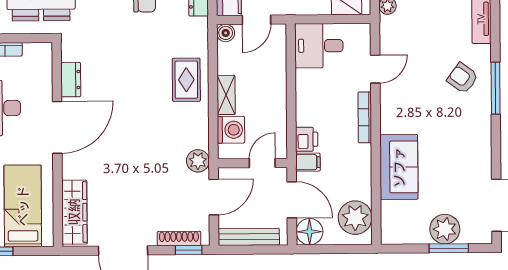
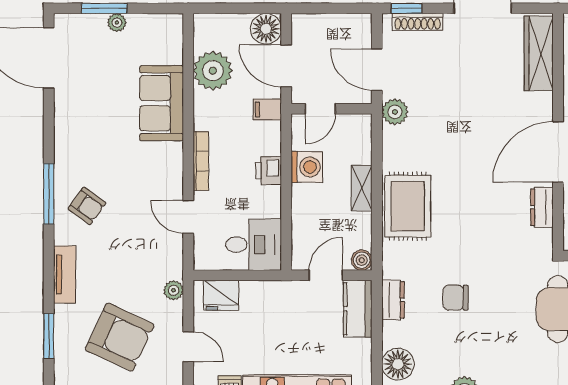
door: (375, 69) -> (188, 217), hinge flipped
rug: (186, 80) -> (408, 206), width x1.36, depth x1.43
washing machine: (231, 130) -> (307, 167), moved, turned 180
printer: (307, 139) -> (269, 171), moved
door: (214, 197) -> (377, 70), hinge flipped
plant: (355, 218) -> (213, 71), moved
plant: (445, 229) -> (117, 22), width x0.53, depth x0.53
bench: (249, 237) -> (337, 23), removed

